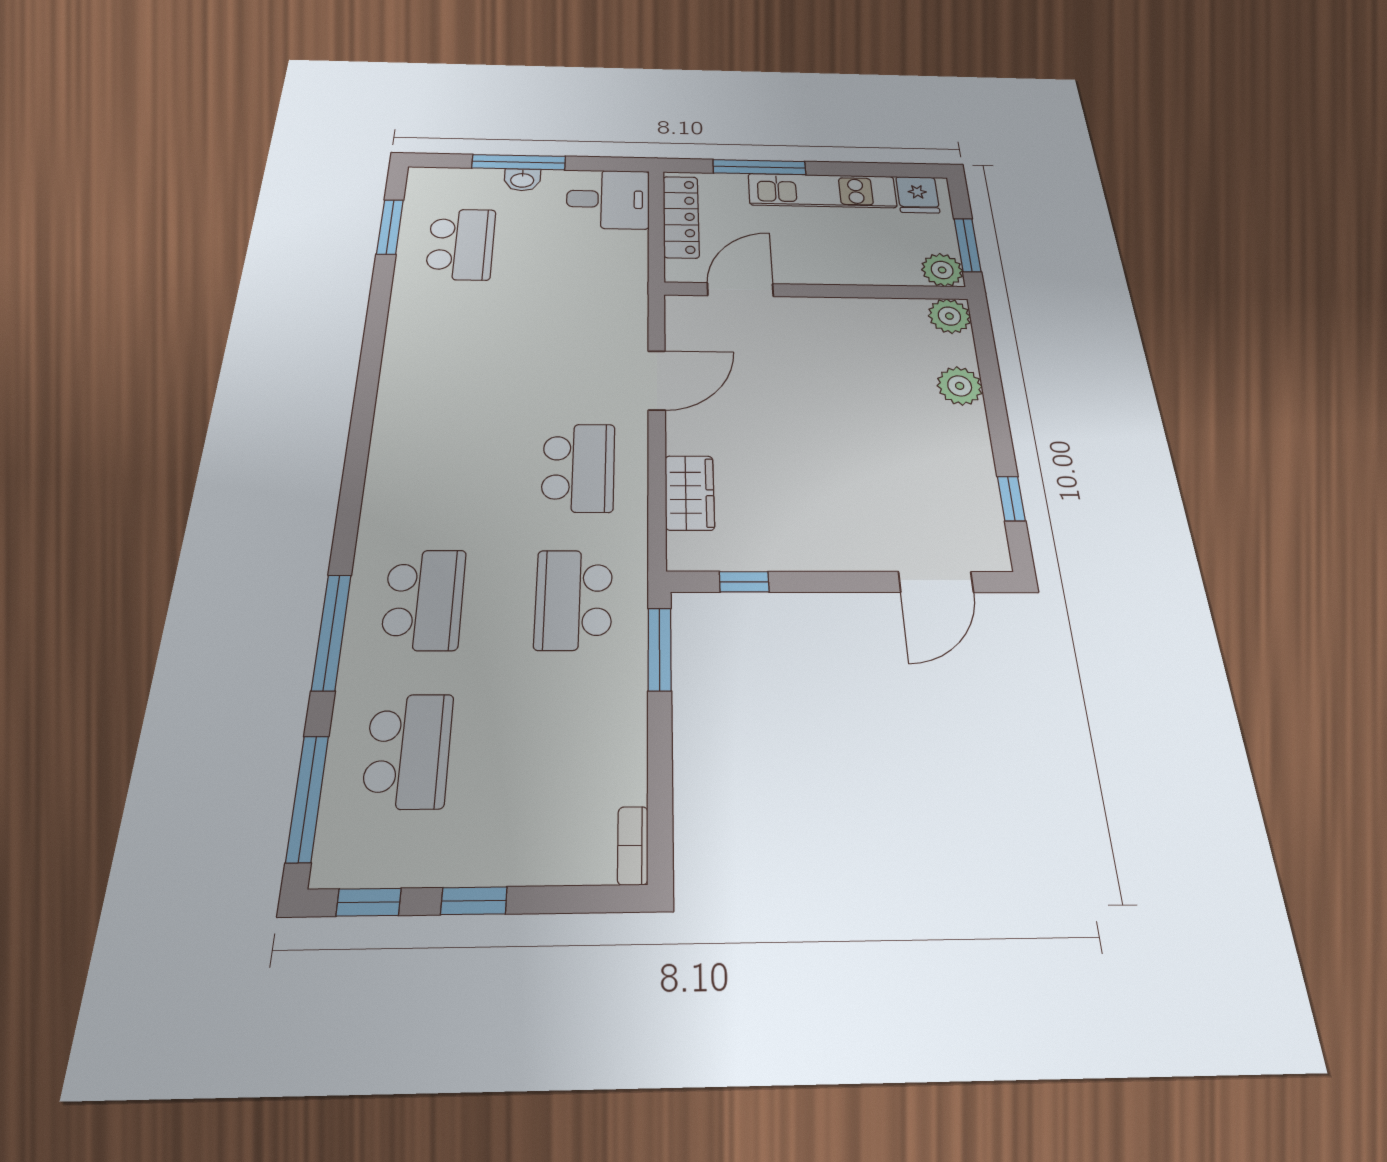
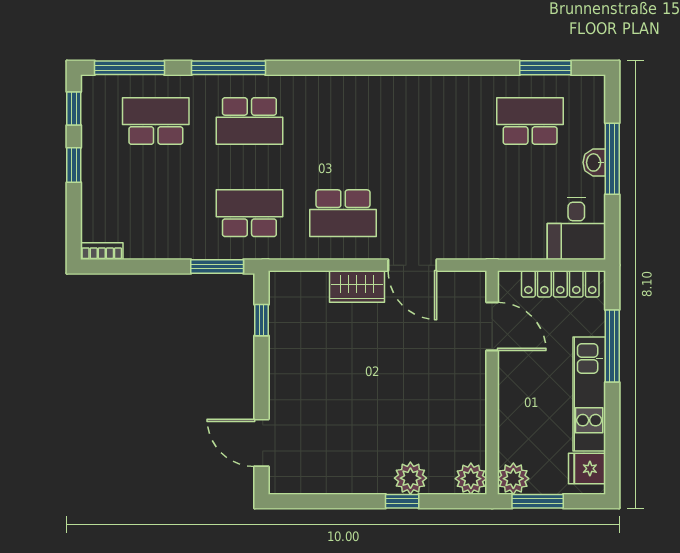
school desk: (461, 244) -> (530, 121), turned 180
wardrobe: (690, 493) -> (357, 287), moved
window: (1011, 499) -> (402, 501), moved
school desk: (408, 751) -> (156, 121), turned 180

